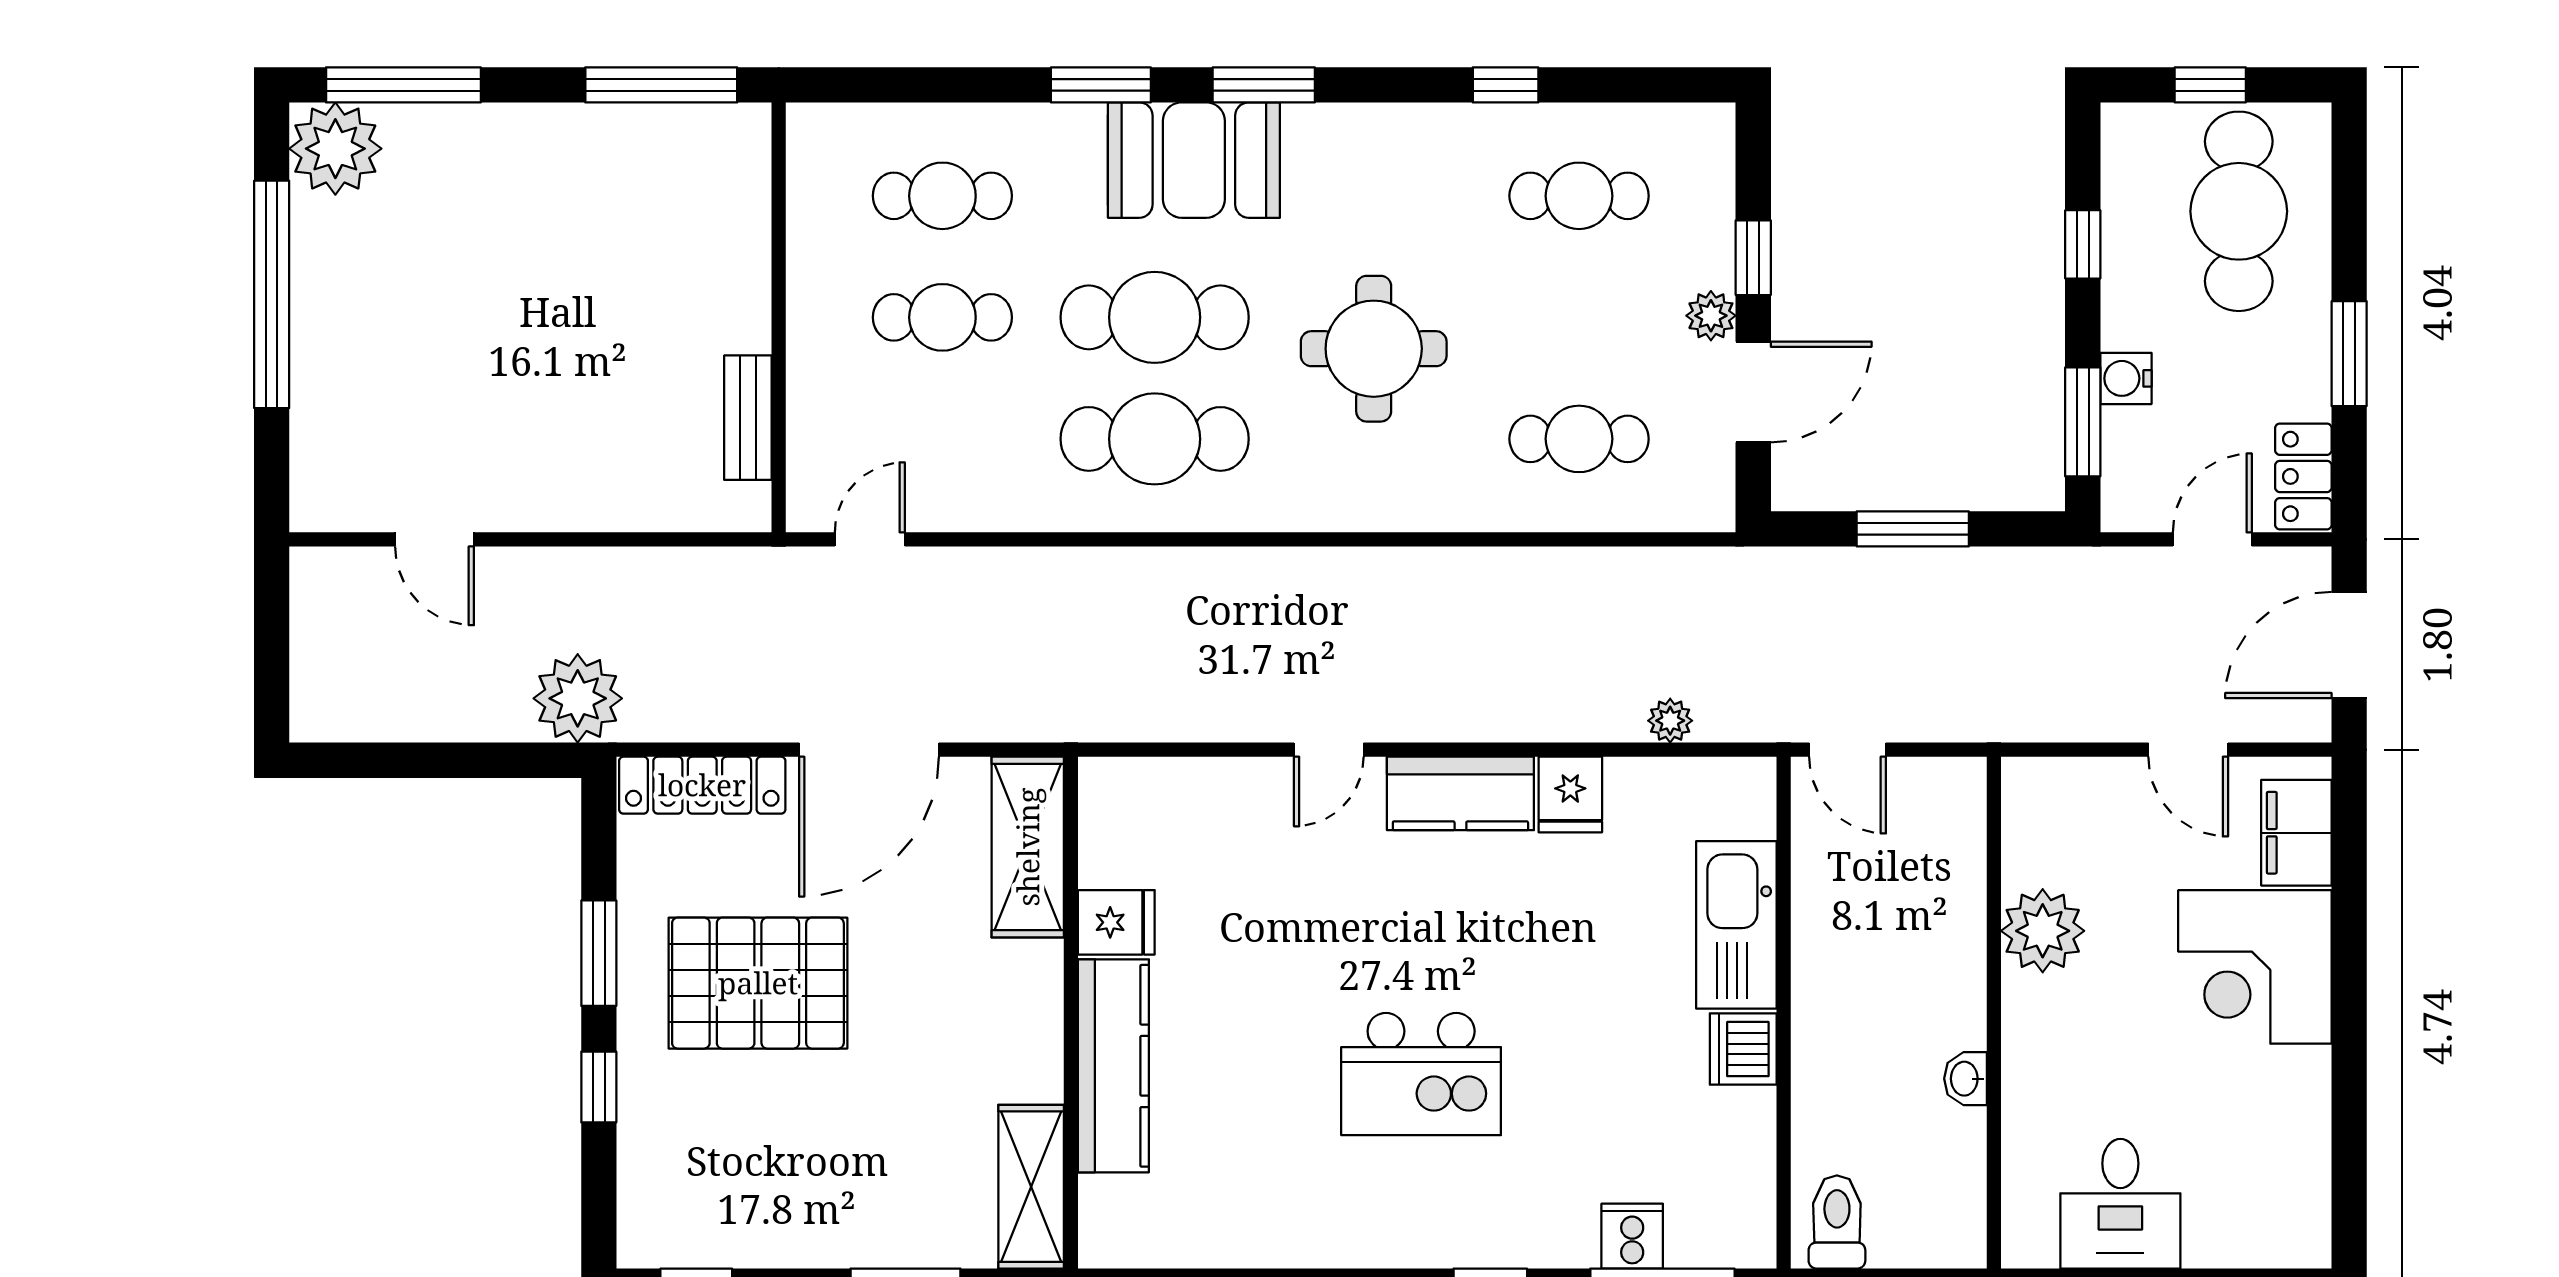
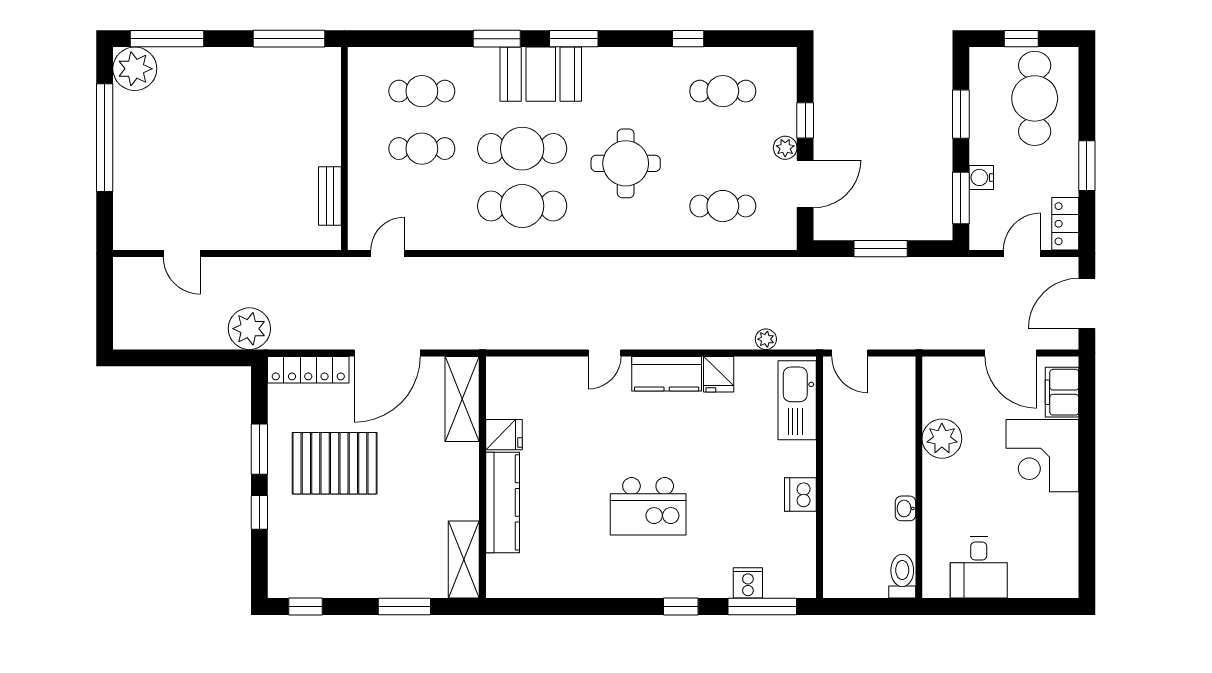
window: (2083, 244) -> (961, 114), width x1.50
door: (2188, 750) -> (1011, 353), width x1.38
kitchen sink: (1736, 925) -> (797, 400), moved
toilet: (1837, 1222) -> (902, 576), moved

